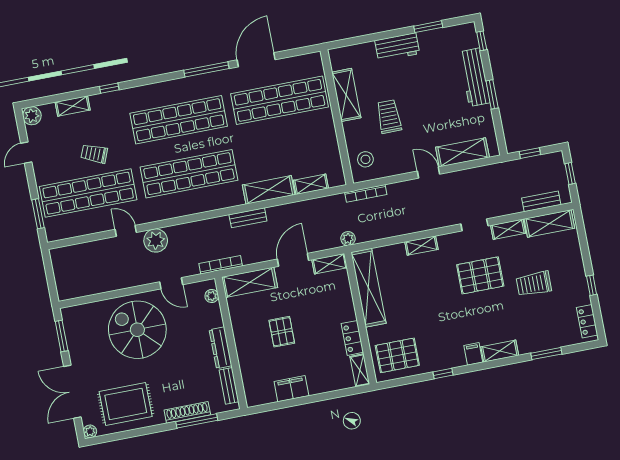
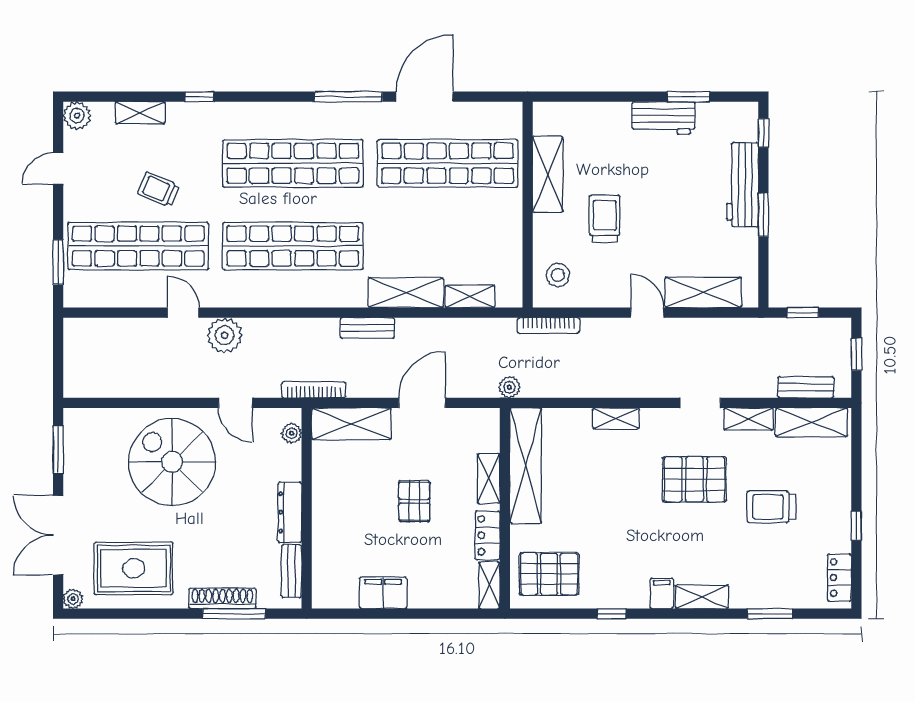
workbench: (397, 47) -> (664, 118), moved
shelving: (330, 264) -> (489, 478), moved, turned 90
pallet: (282, 332) -> (414, 501), moved

